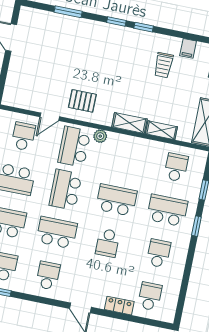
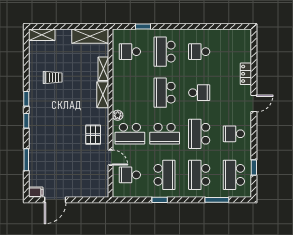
filing cabinet: (188, 48) -> (36, 192), moved
window: (196, 226) -> (172, 26), removed
school desk: (150, 296) -> (234, 52), removed

